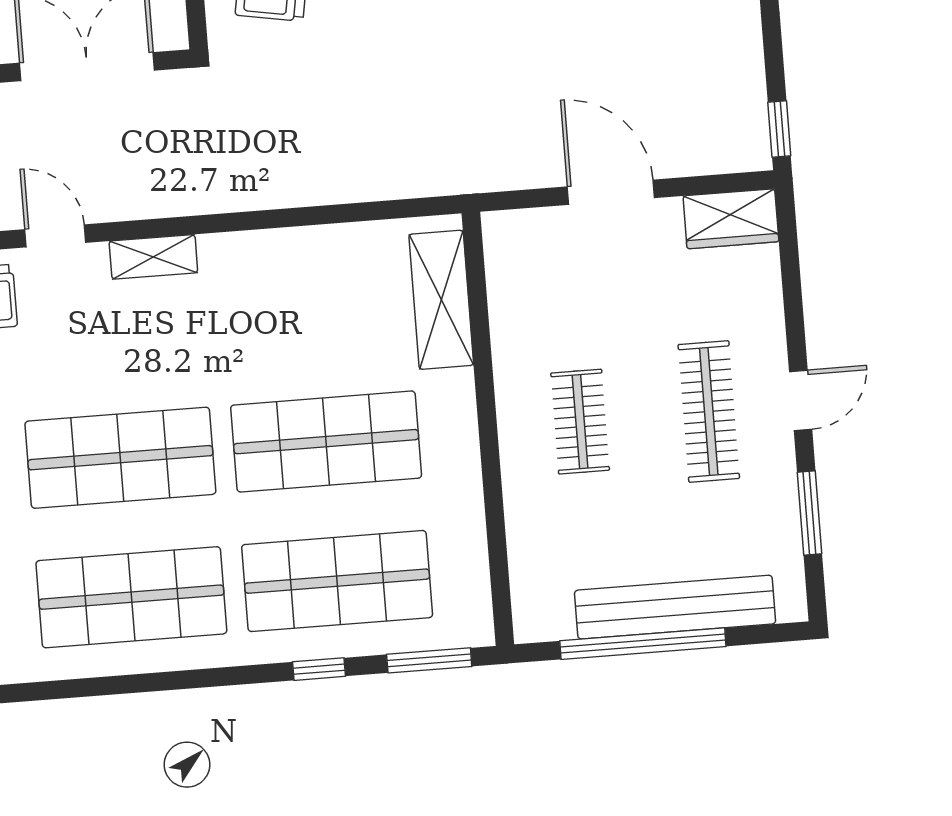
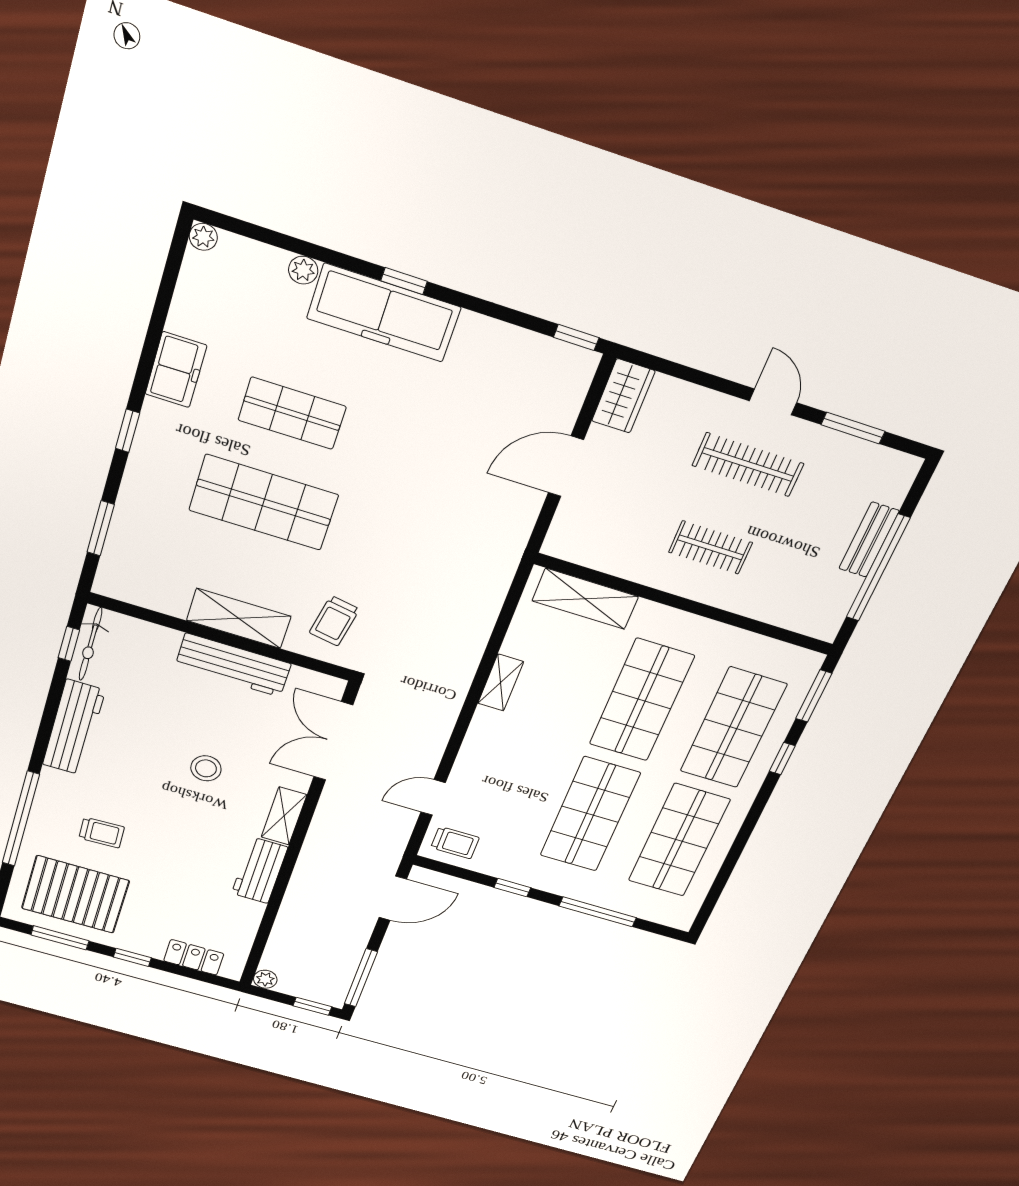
shelving: (153, 257) -> (501, 683), moved
bench: (675, 607) -> (869, 540), width x0.54, depth x0.82

